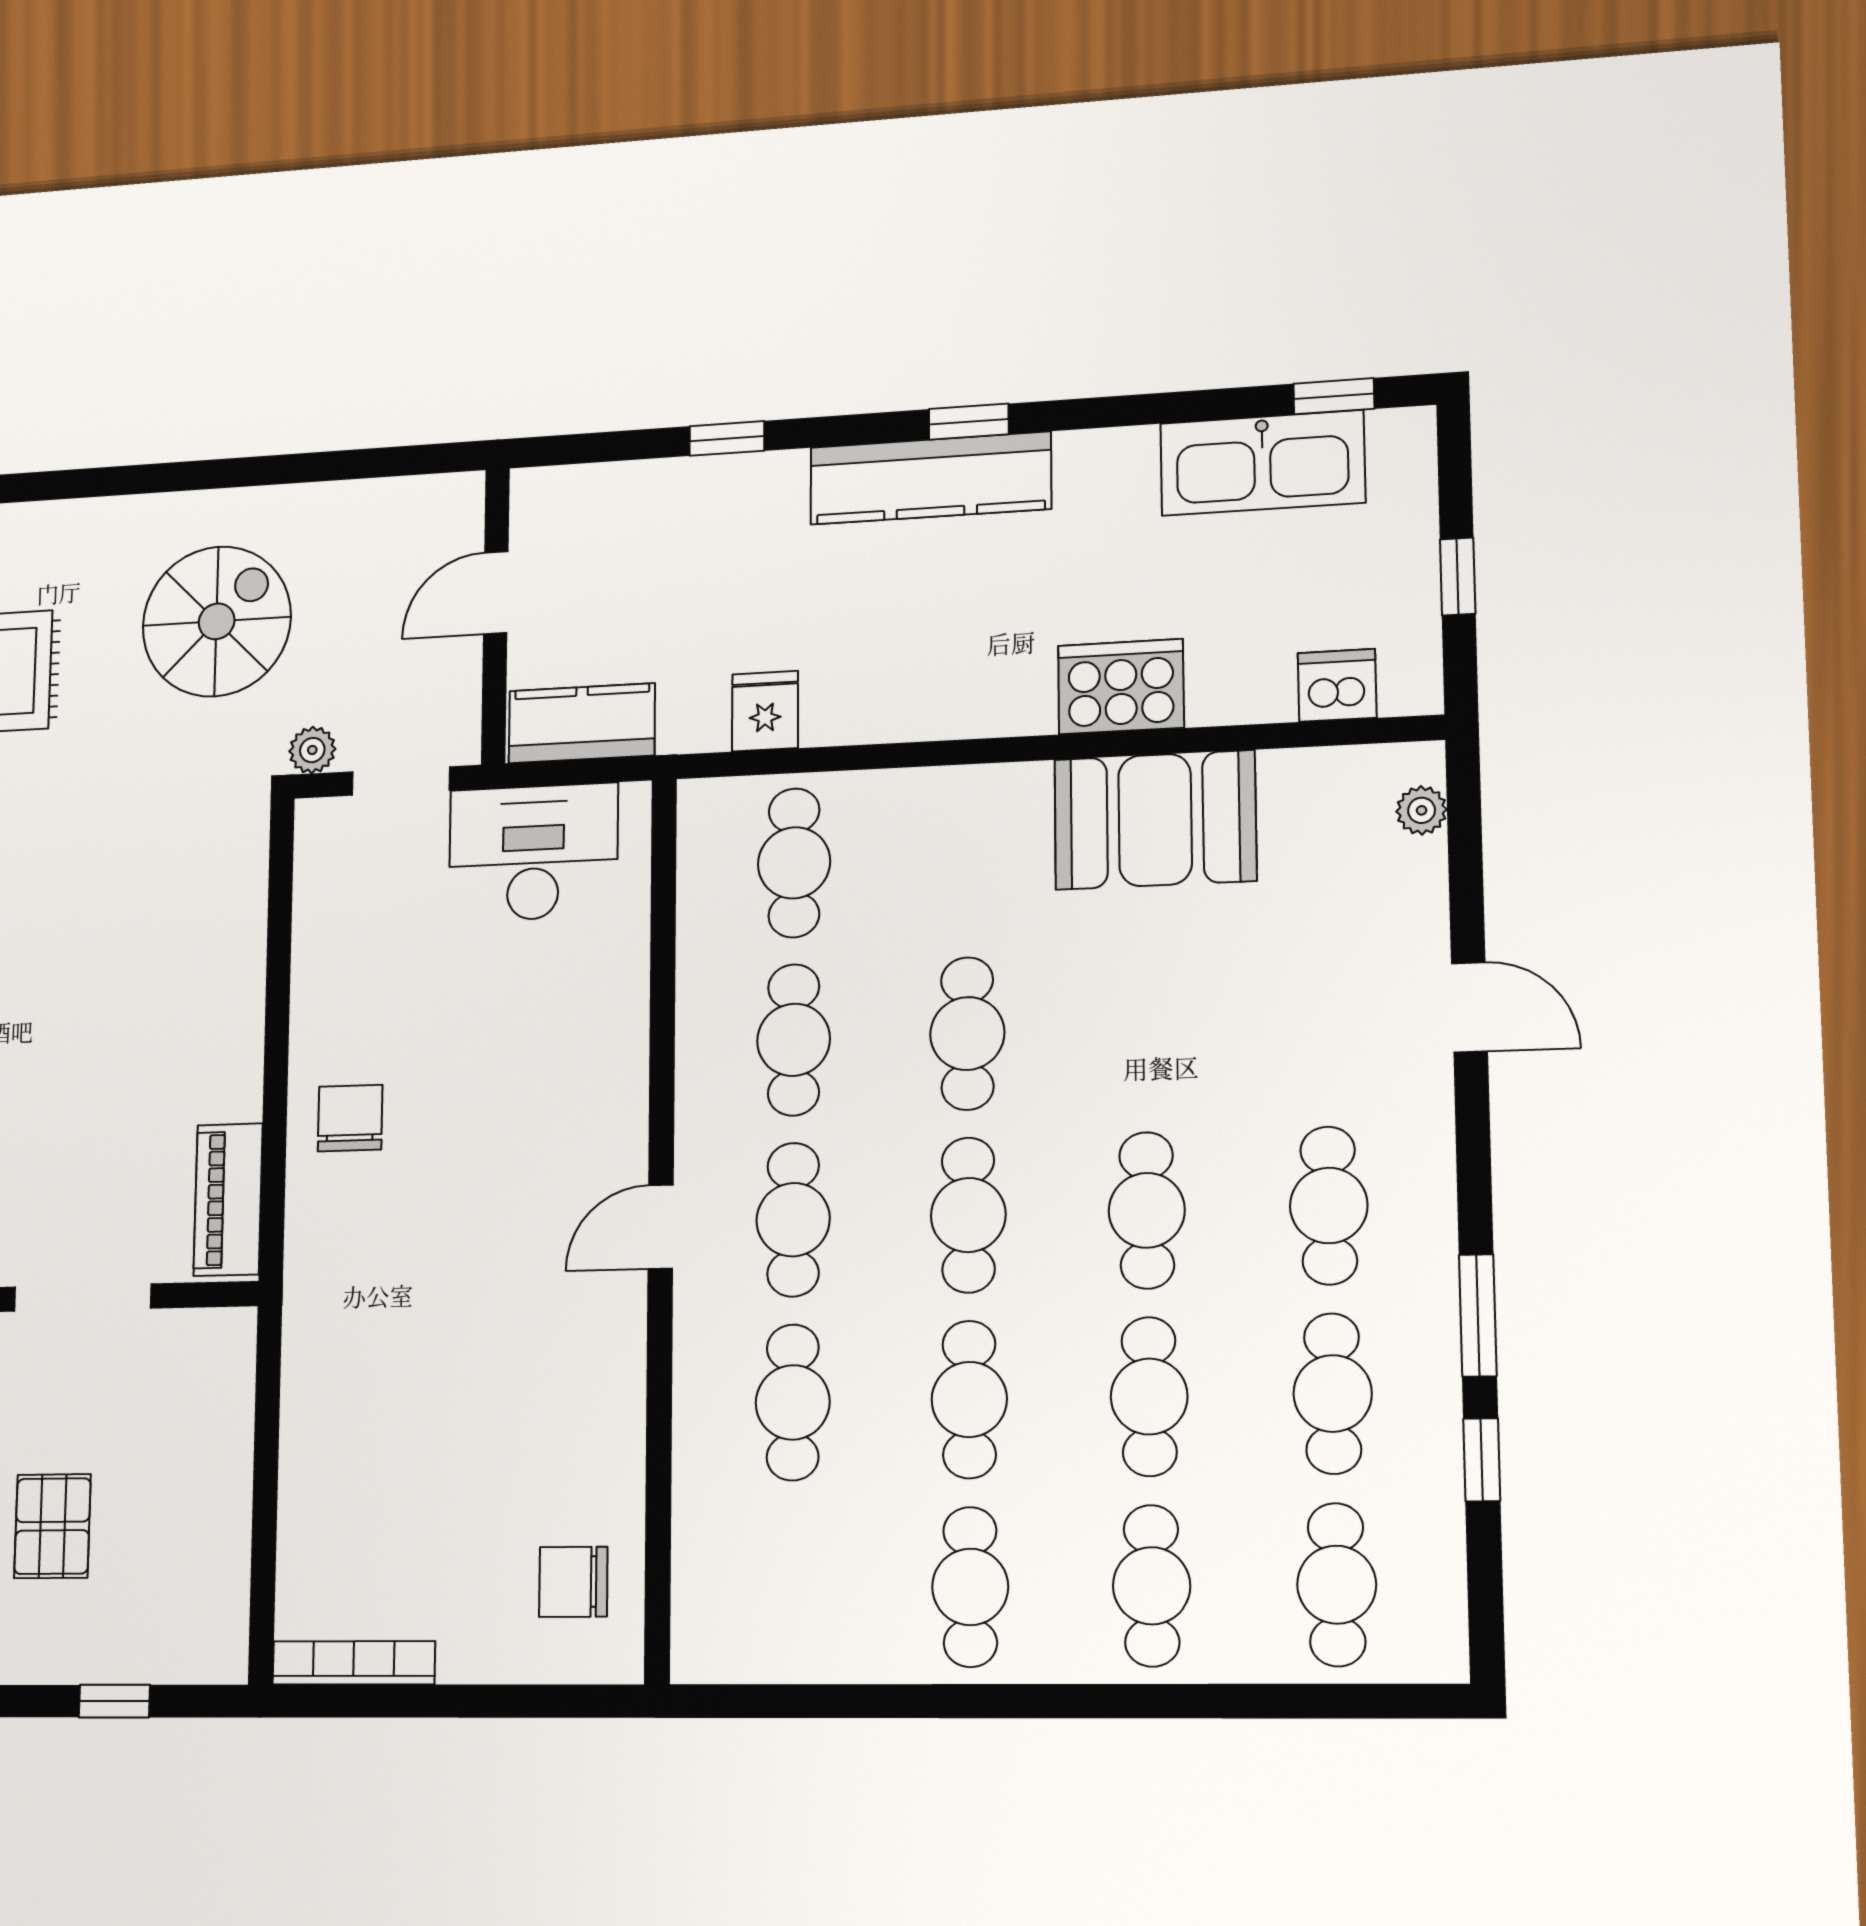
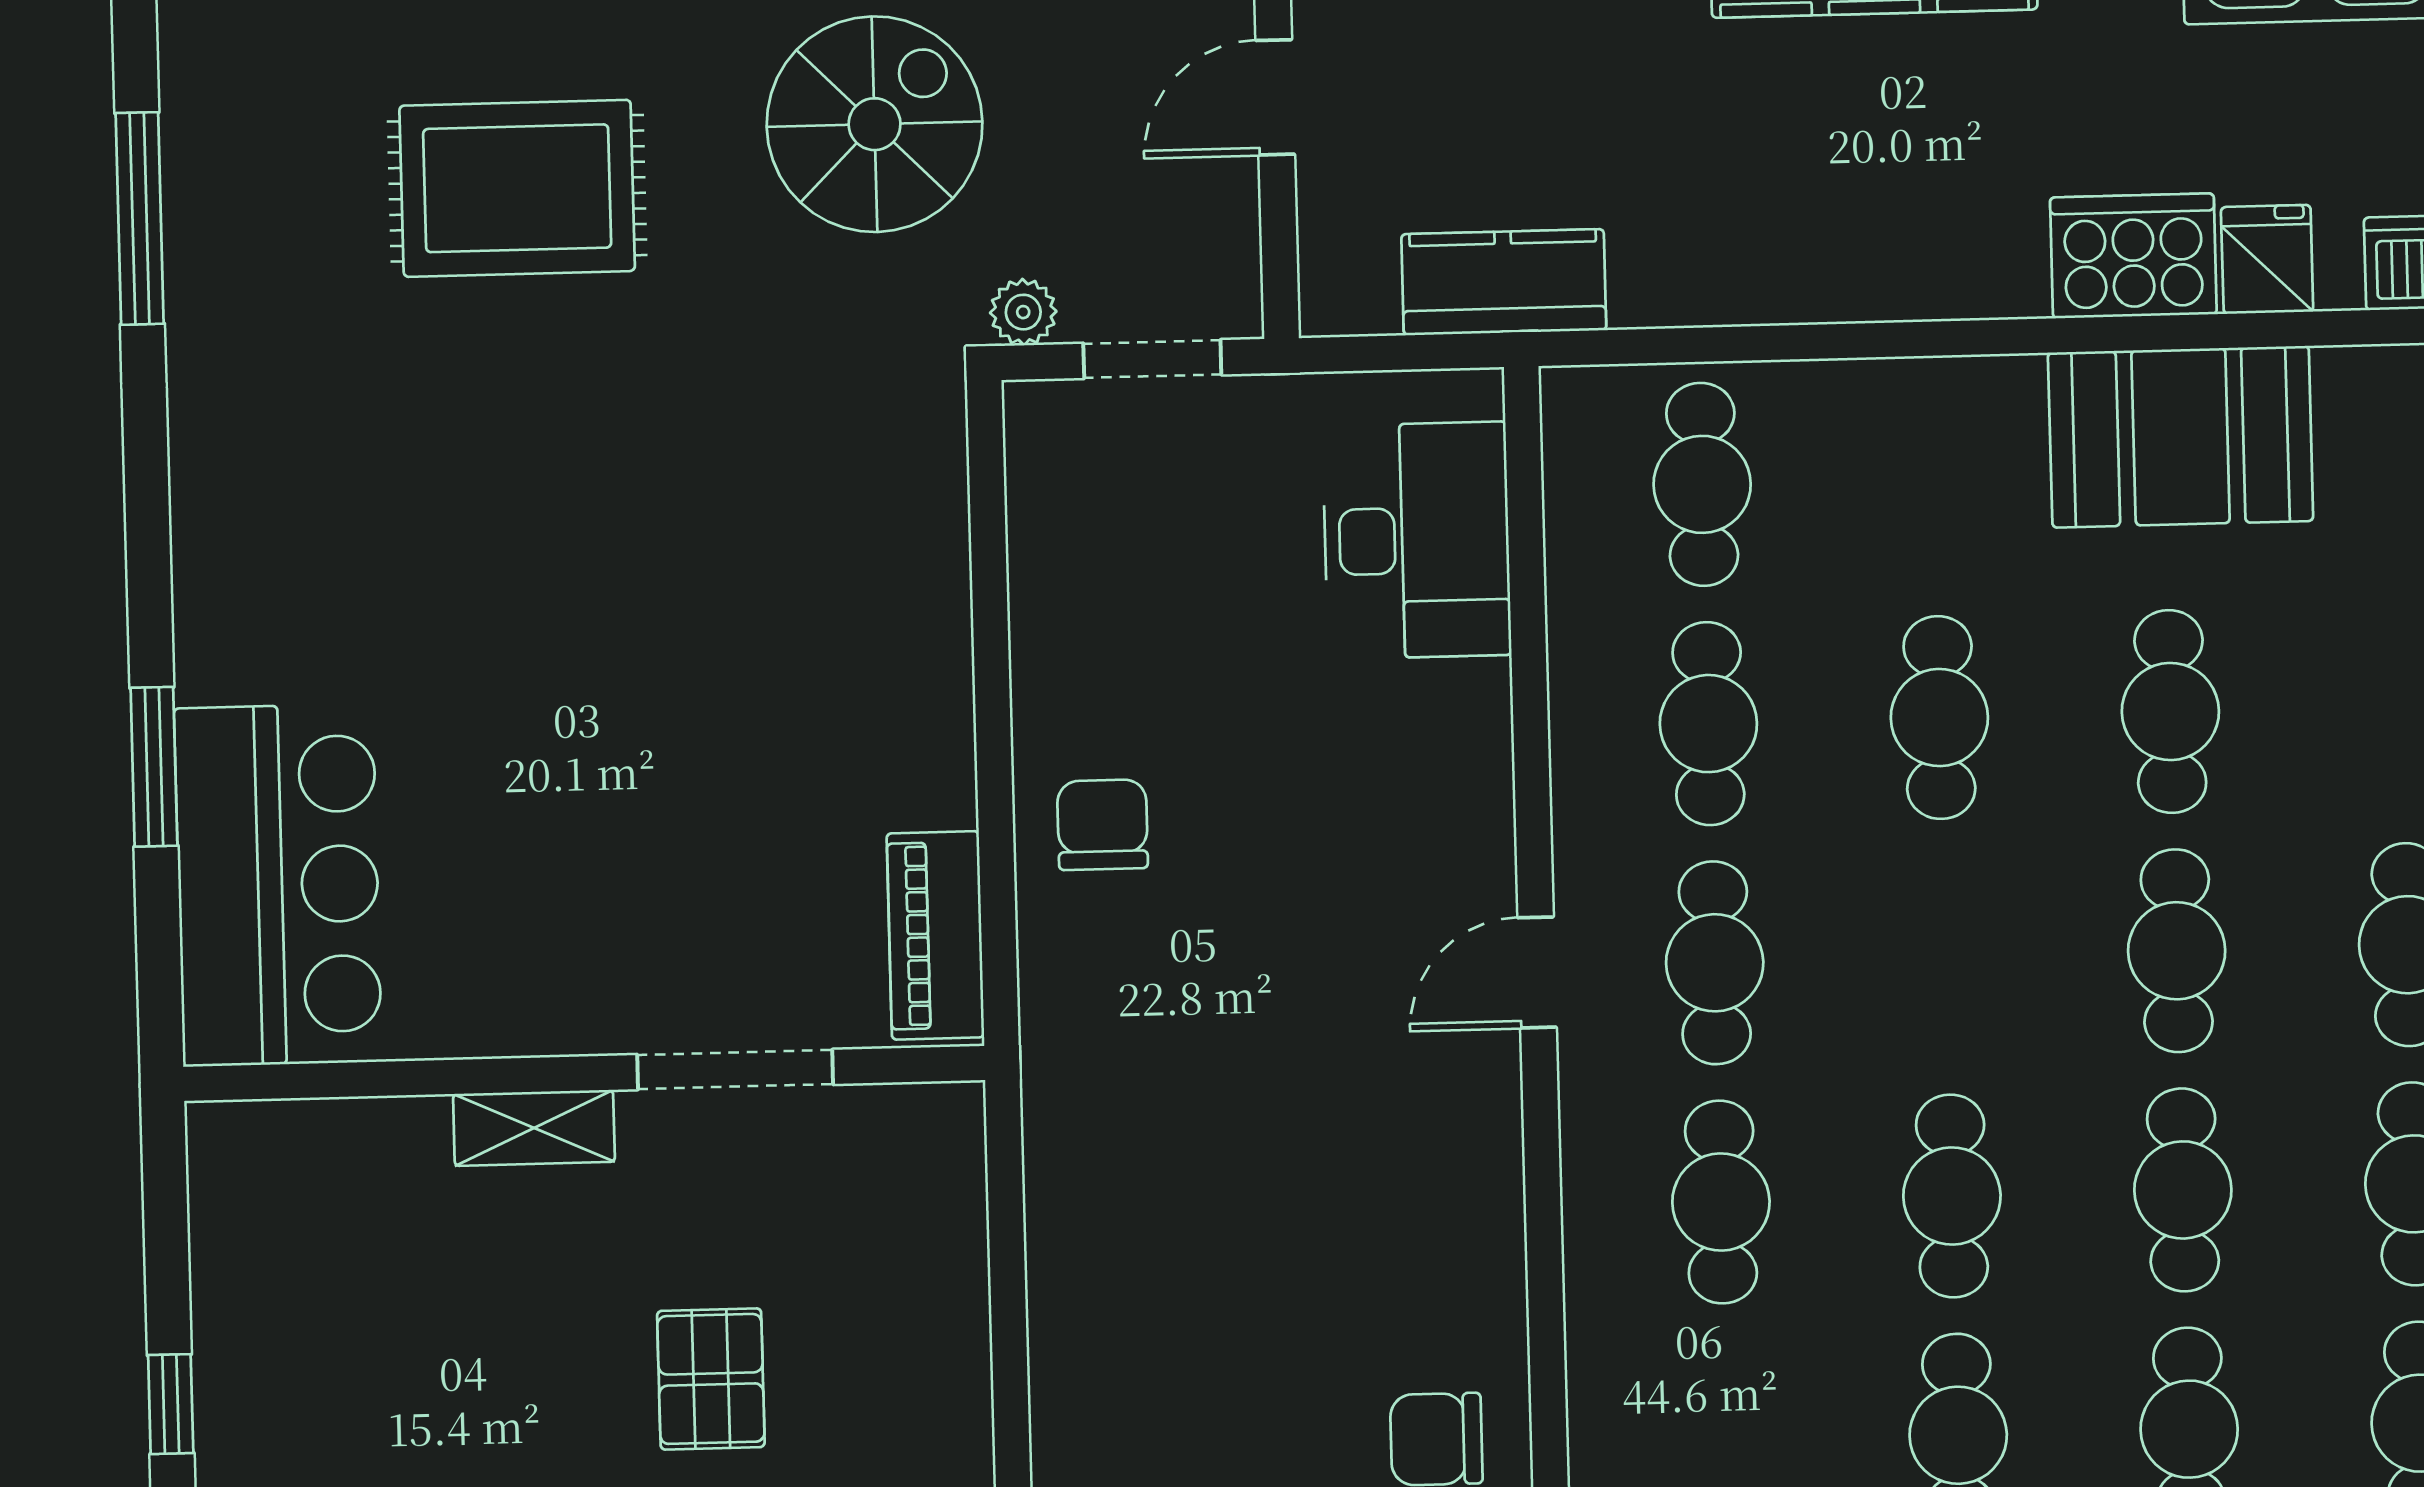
fridge: (765, 711) -> (2267, 259), moved
kitchen counter: (582, 723) -> (1504, 282), moved
desk: (533, 853) -> (1417, 540), moved, turned 90
cafe table: (968, 1215) -> (2170, 711), moved

